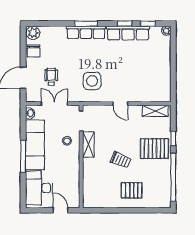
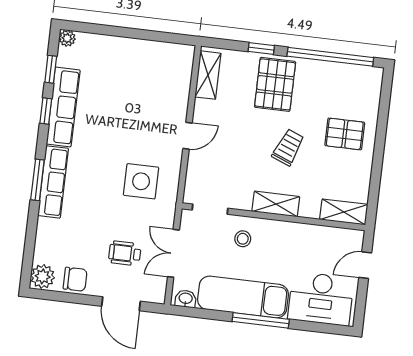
shelving: (88, 144) -> (276, 204), moved
pallet: (132, 190) -> (345, 134), turned 90
shelving: (88, 195) -> (344, 212), added

